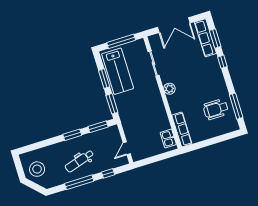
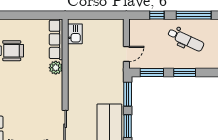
plant: (169, 89) -> (56, 68), moved
door: (127, 148) -> (126, 54), moved
dental chair: (79, 161) -> (186, 40), turned 42

